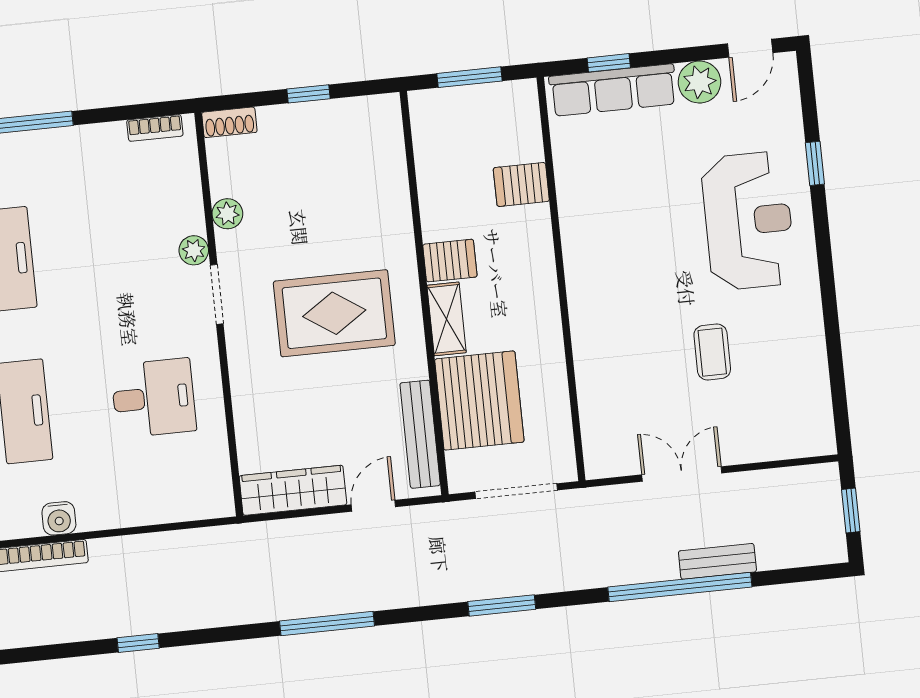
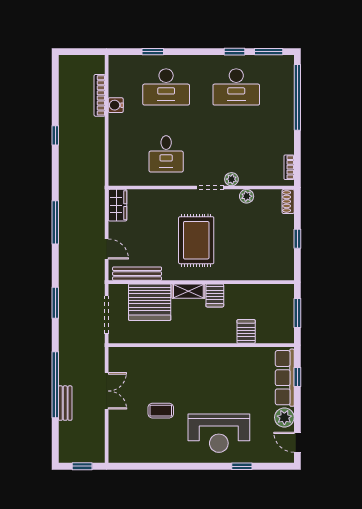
wardrobe: (293, 490) -> (118, 205), width x0.67

